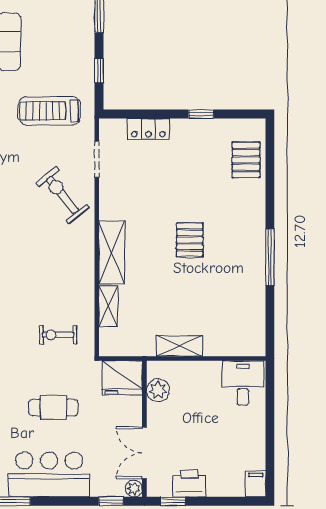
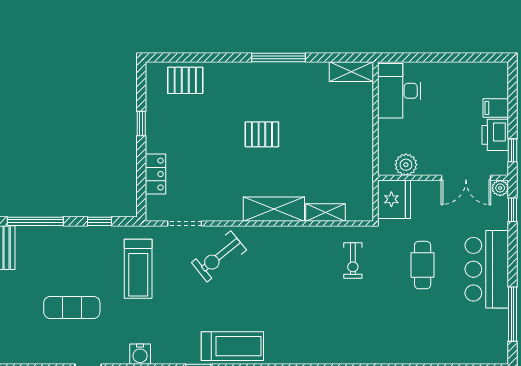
shelving: (180, 346) -> (351, 72), moved, turned 90
desk: (243, 383) -> (399, 91), width x1.37
filing cabinet: (256, 484) -> (496, 108), moved

